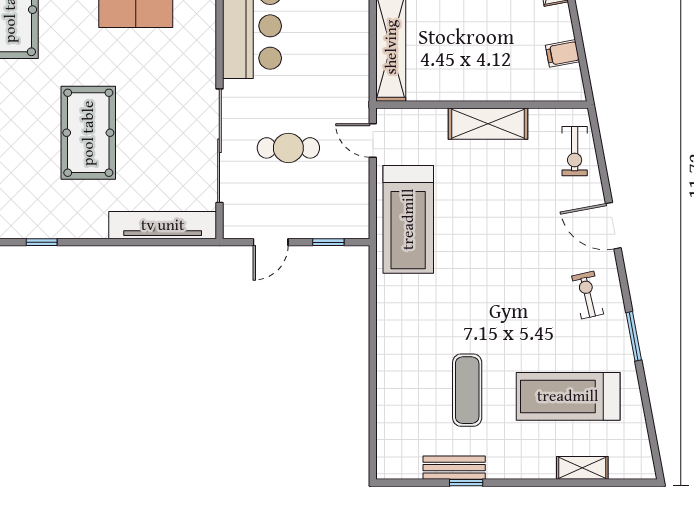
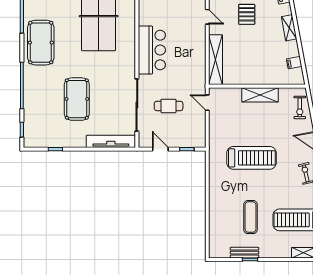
treadmill: (408, 219) -> (251, 158), moved, turned -90
door: (271, 242) -> (160, 149), swing flipped

